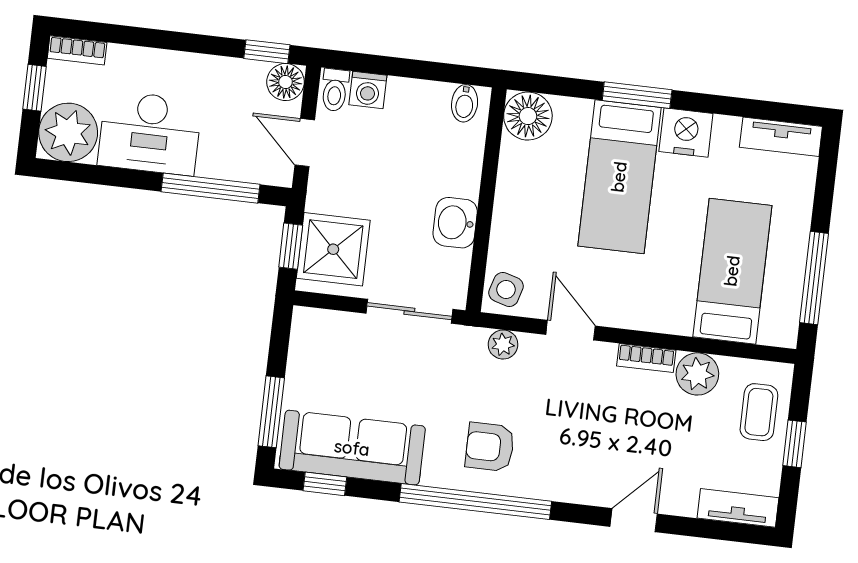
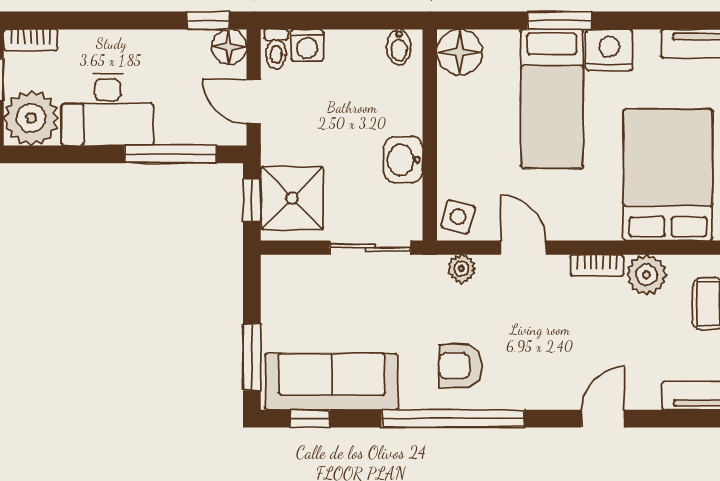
bed: (732, 271) -> (668, 175), width x1.50

